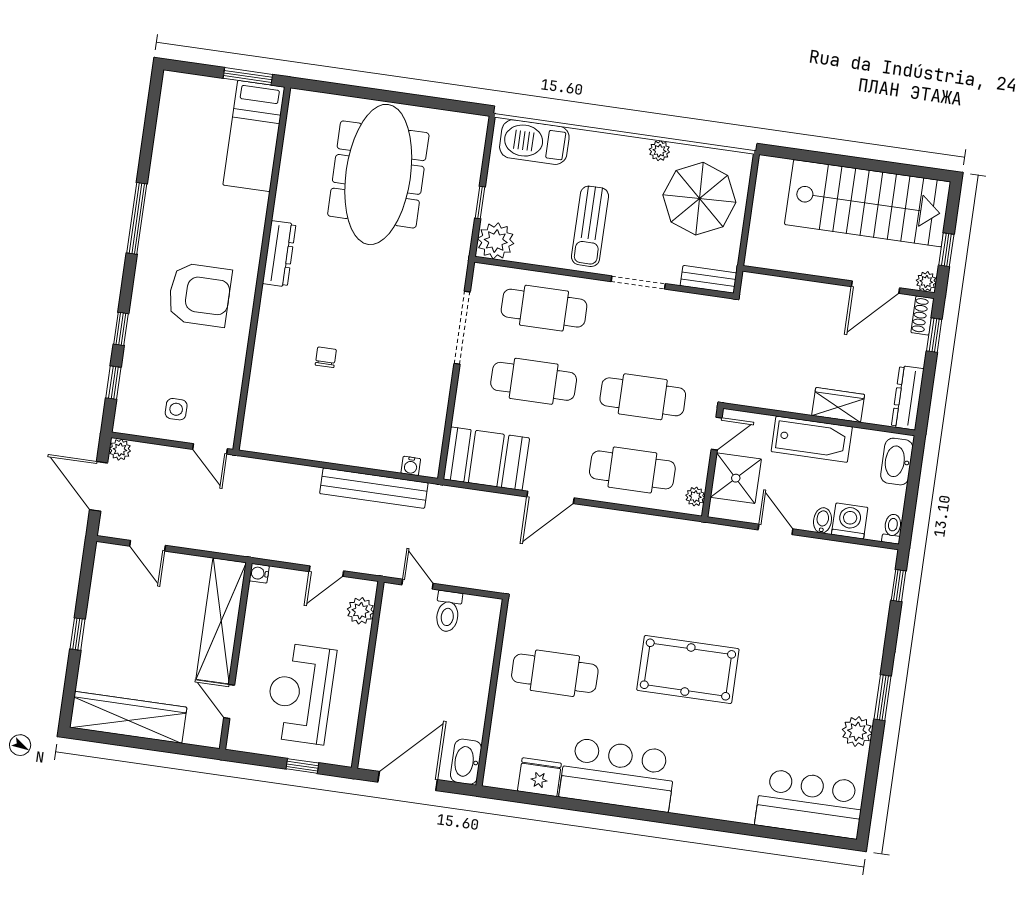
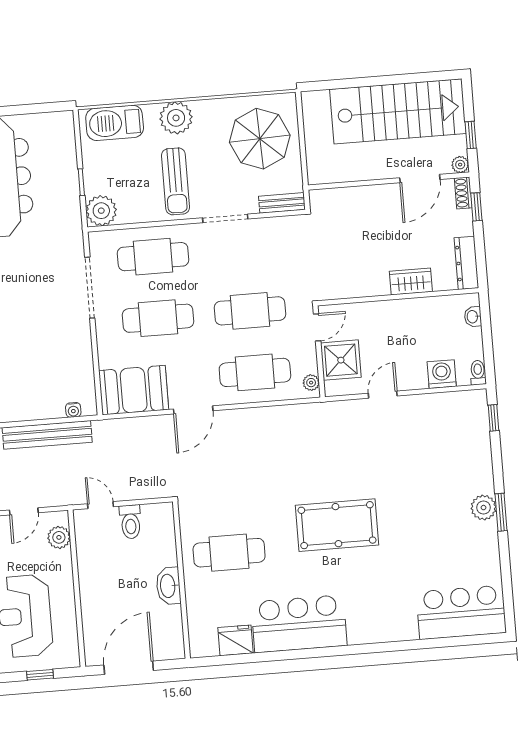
plant: (659, 151) -> (176, 118), moved, width x1.88, depth x1.88
bathtub: (812, 439) -> (396, 314), removed
washbasin: (897, 462) -> (473, 317), width x0.52, depth x0.69
bidet: (823, 520) -> (419, 379), removed
door: (776, 529) -> (383, 395), hinge flipped
plant: (857, 731) -> (483, 508), moved
washbasin: (466, 762) -> (168, 586), moved

